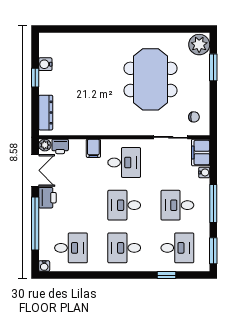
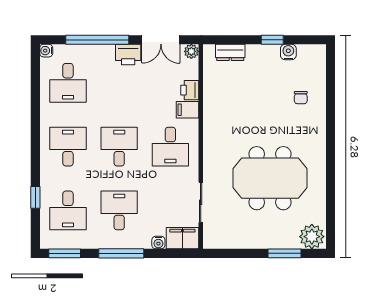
dresser: (46, 113) -> (230, 52), width x0.70
chair: (194, 117) -> (301, 98), moved
printer: (60, 146) -> (190, 90), moved

